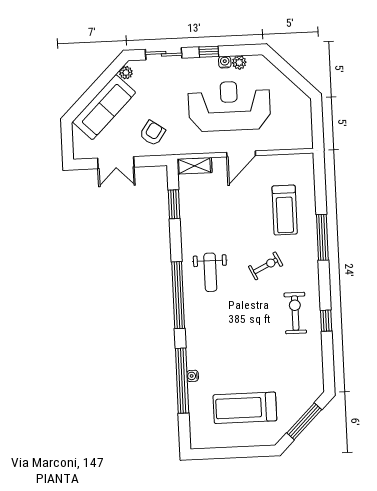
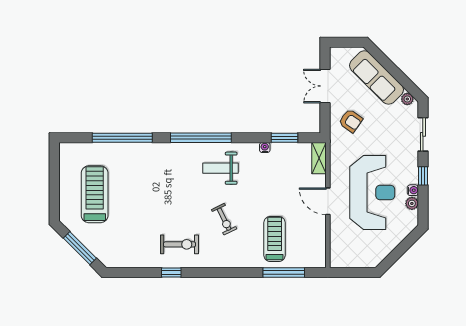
treadmill: (285, 210) -> (275, 239), turned 90
window: (322, 237) -> (284, 273), moved
water cooler: (193, 376) -> (265, 147), moved

